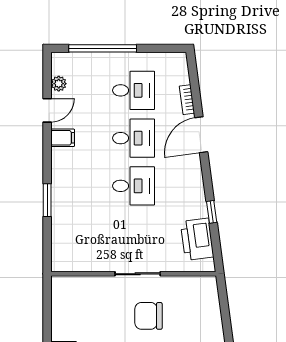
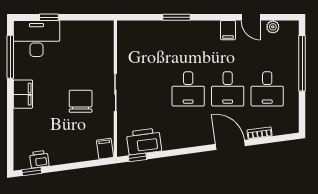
window: (212, 212) -> (137, 157), moved
filing cabinet: (206, 286) -> (105, 149), added

